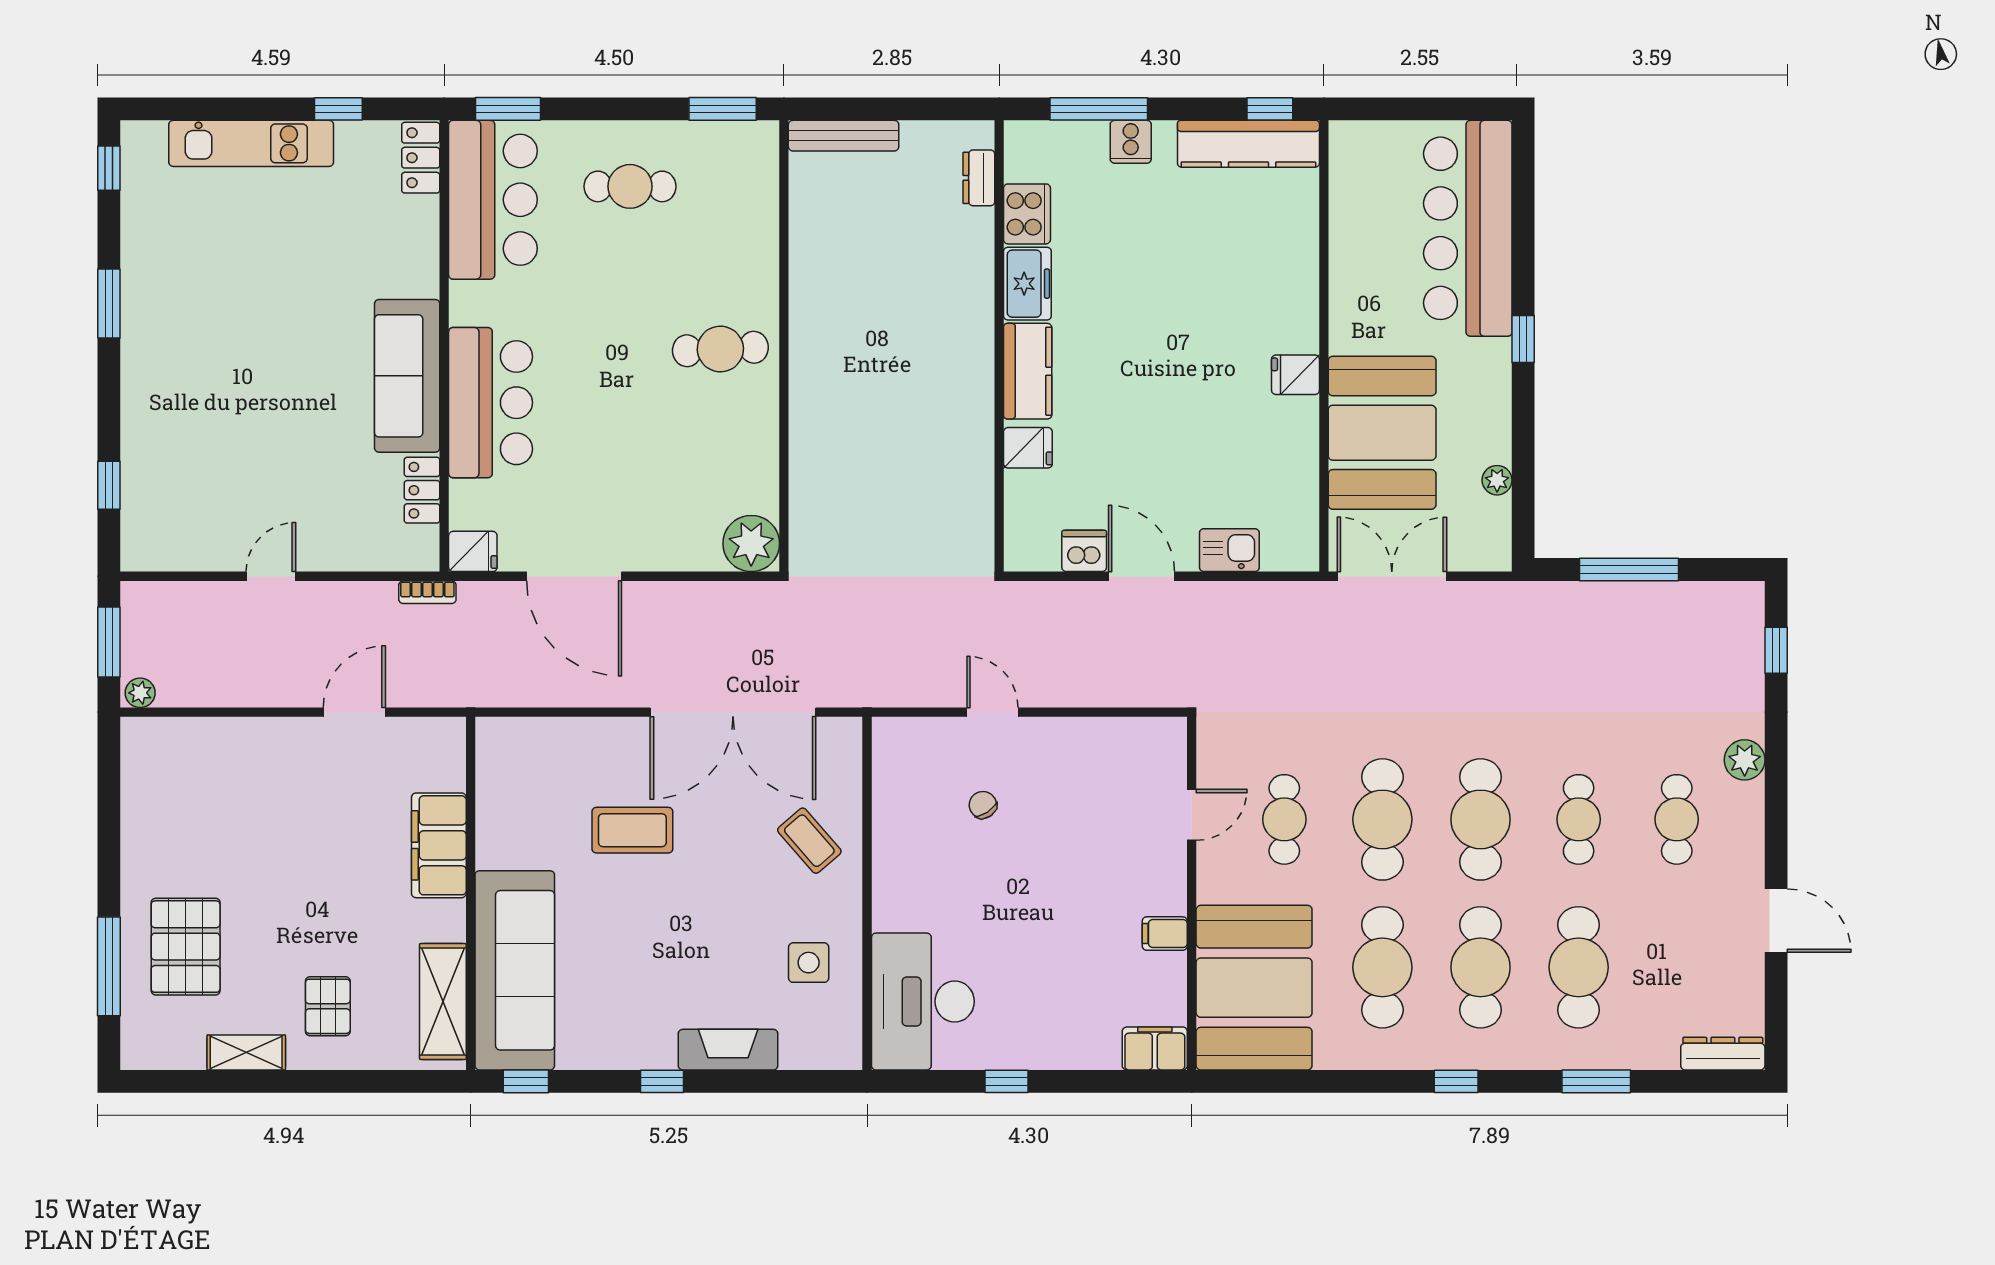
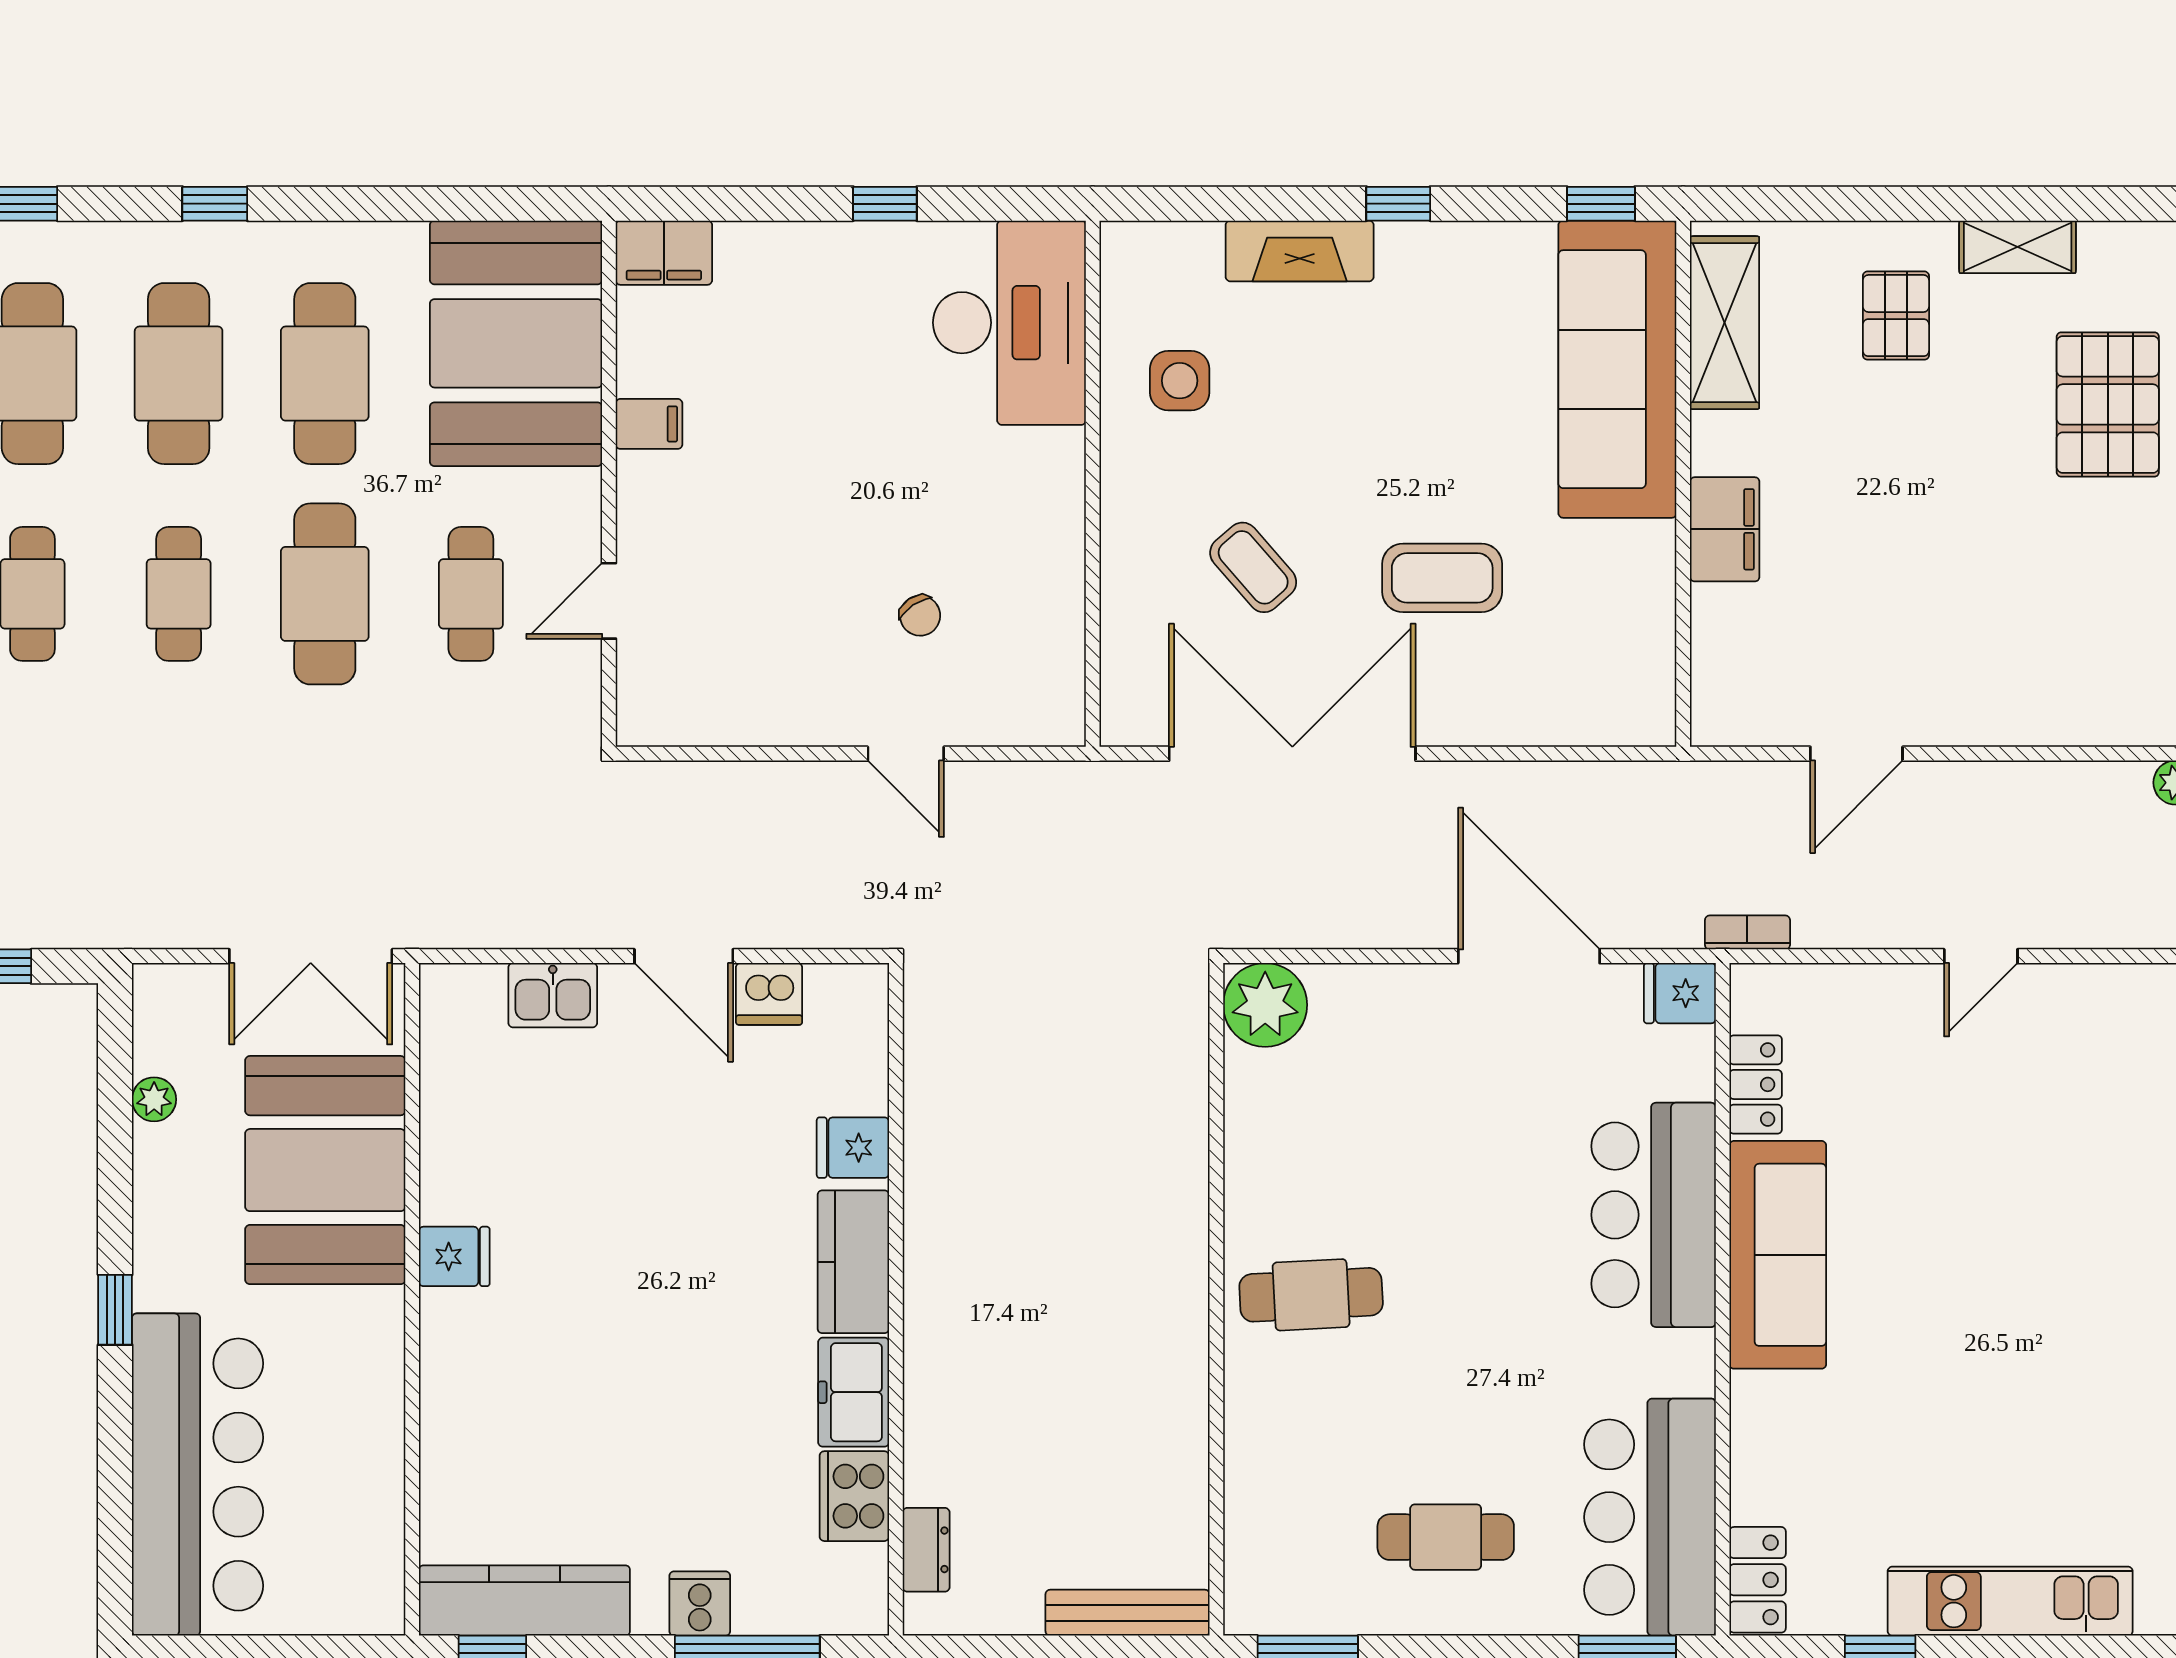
cafe table: (1480, 819) -> (179, 594), width x0.73, depth x0.74
coffee table: (809, 841) -> (1253, 567), moved
filing cabinet: (439, 845) -> (1725, 529), width x0.67, depth x0.86

